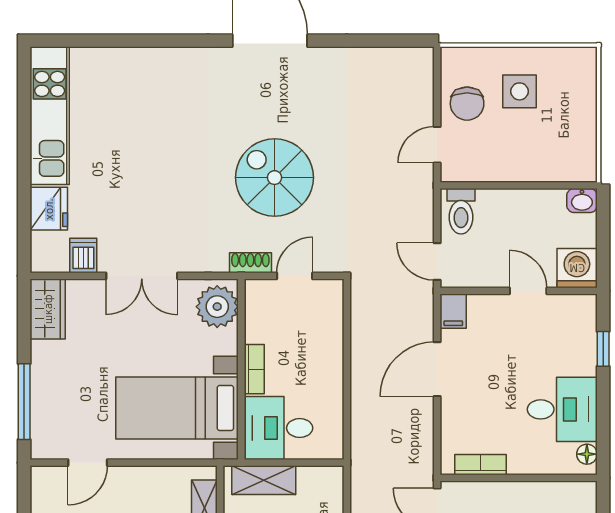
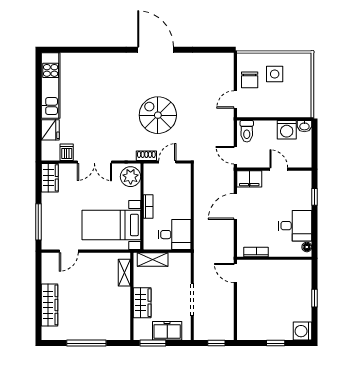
washing machine: (577, 268) -> (287, 130), moved, turned 180
filing cabinet: (453, 311) -> (249, 179), width x2.00
desk: (278, 428) -> (175, 235), moved, turned 180

